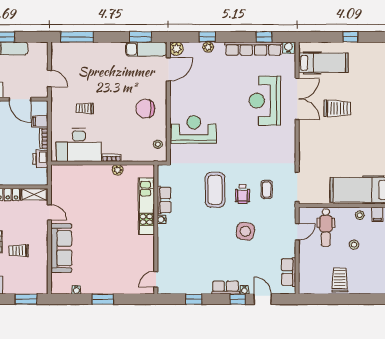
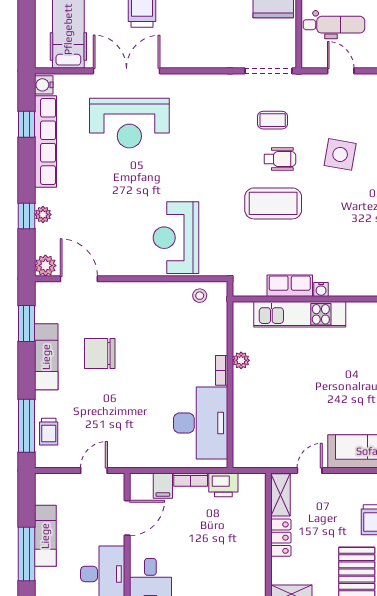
exam couch: (146, 49) -> (46, 357), moved
trolley: (85, 108) -> (49, 432), moved
chair: (145, 109) -> (100, 354), moved, turned 90

